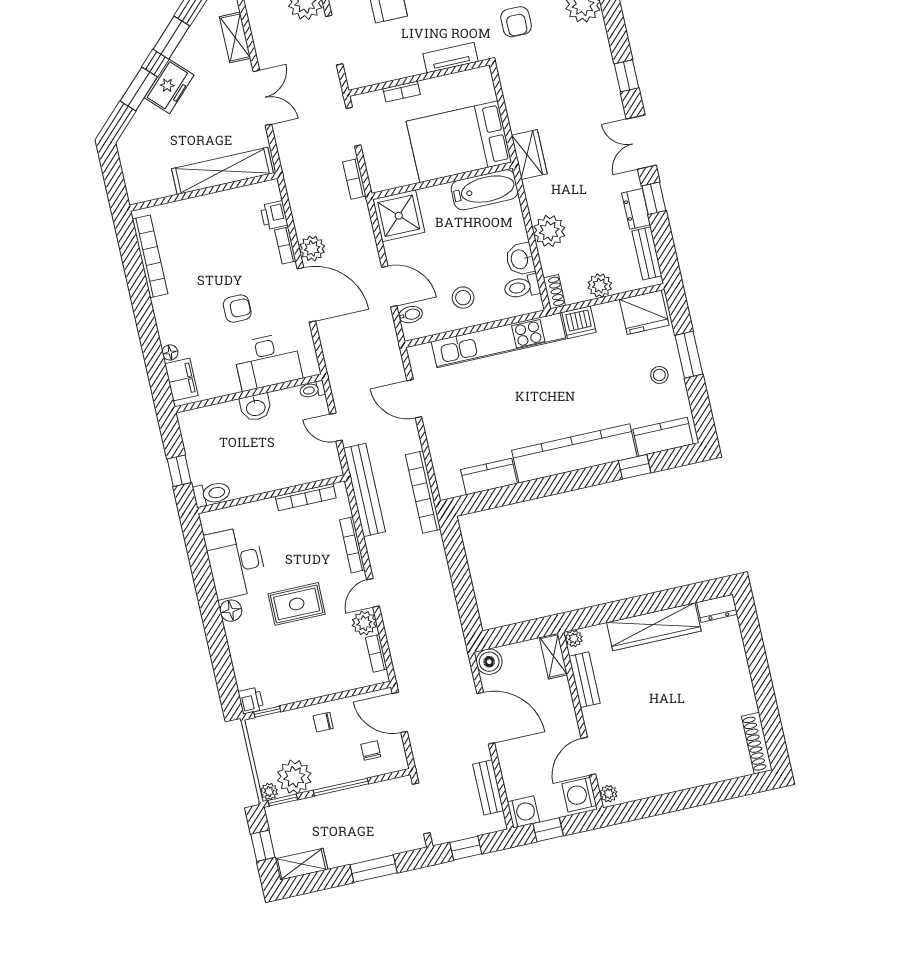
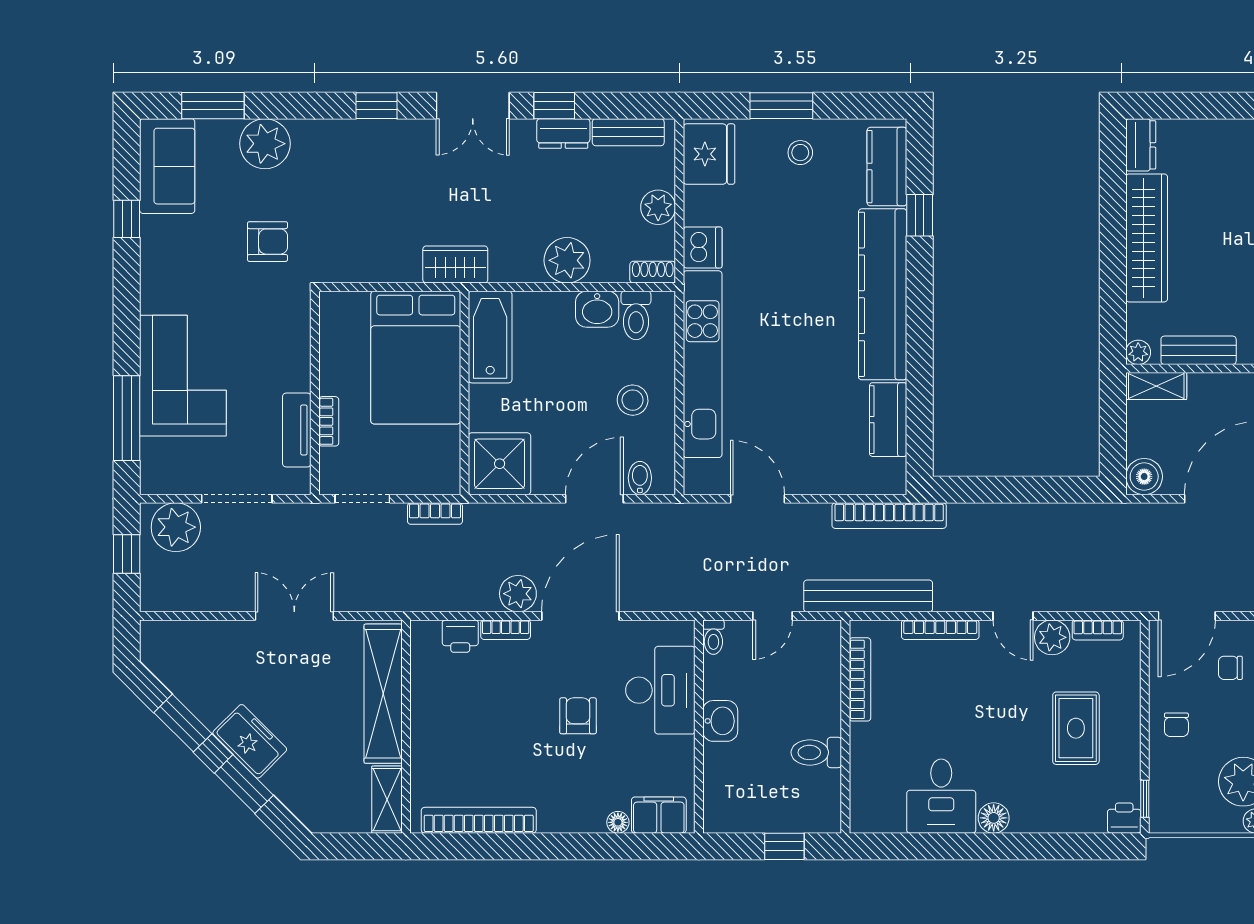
shelving: (235, 37) -> (387, 800), moved, turned 90
tv unit: (451, 58) -> (297, 430), moved
door: (414, 399) -> (757, 499), swing flipped
toilet: (212, 494) -> (816, 752), moved, turned -90
desk: (236, 562) -> (941, 796), width x0.73
rug: (297, 604) -> (1076, 728), moved

